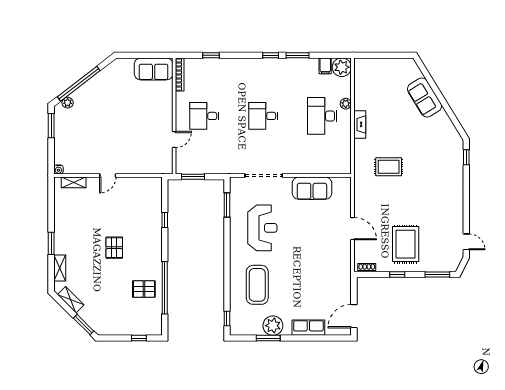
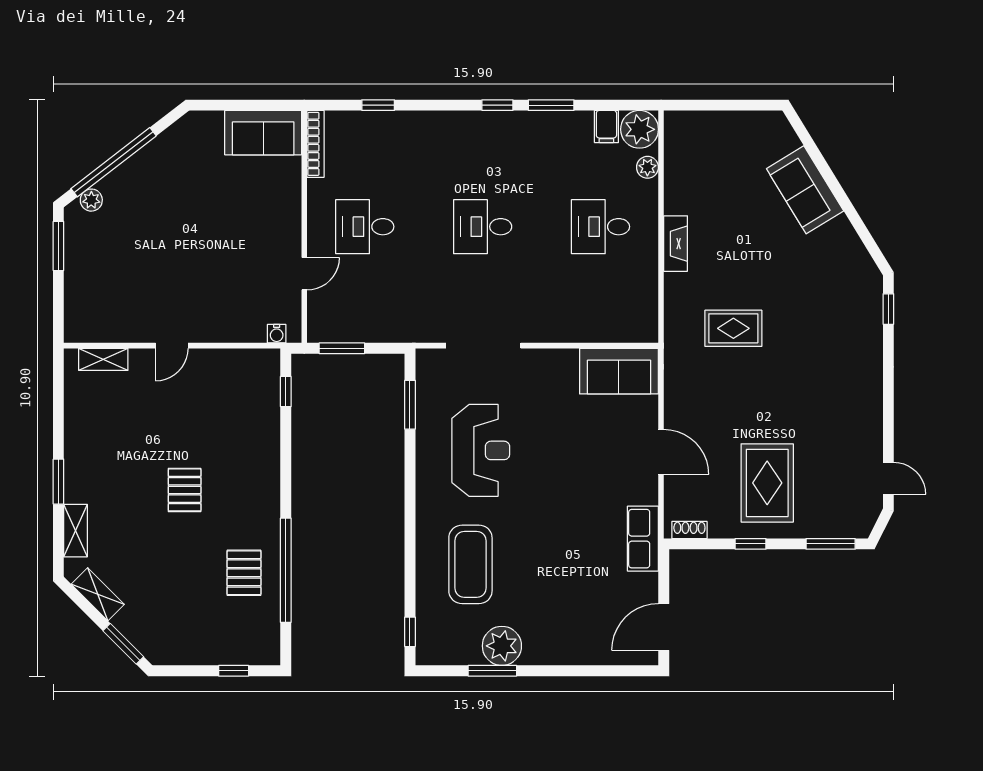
plant: (346, 104) -> (647, 167), moved
desk: (322, 116) -> (601, 227), width x0.73
water cooler: (58, 169) -> (277, 334), moved
sofa: (312, 188) -> (619, 371), moved
window: (165, 220) -> (286, 392), moved
pallet: (144, 289) -> (244, 573), turned 90
row of seats: (308, 328) -> (643, 539), moved, turned -90

